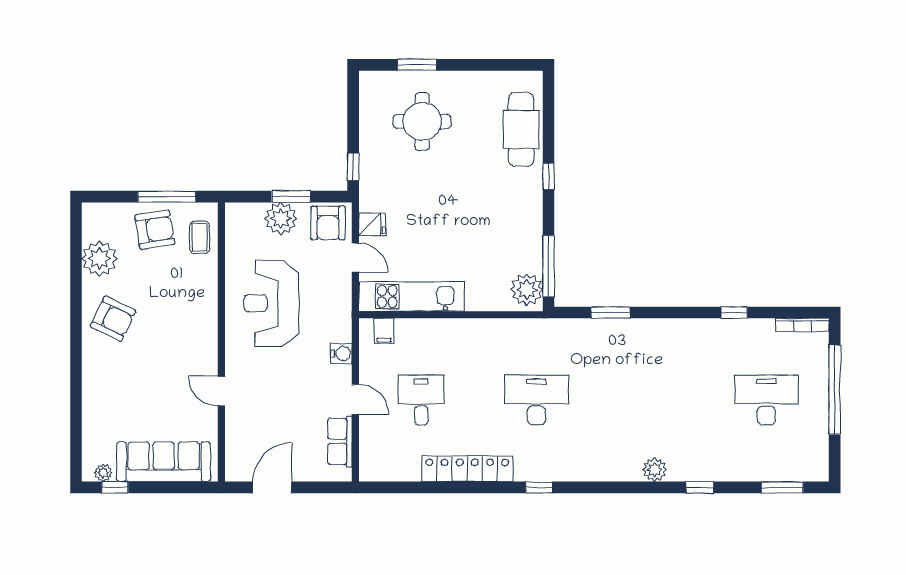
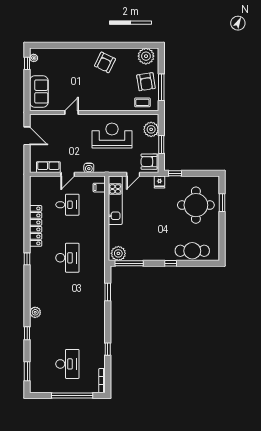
round table: (422, 122) -> (196, 205), width x1.36, depth x1.36
plant: (281, 219) -> (151, 129), moved
fridge: (372, 224) -> (159, 182), moved
plant: (99, 259) -> (146, 56), moved
sofa: (164, 462) -> (39, 92), width x0.73

